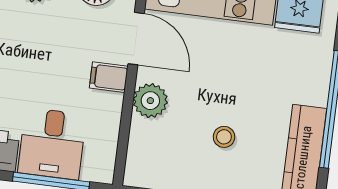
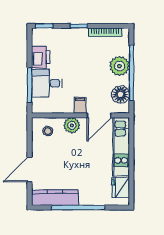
stool: (224, 137) -> (48, 131), moved

